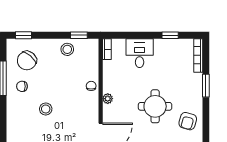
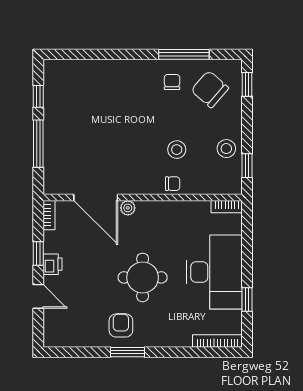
desk: (140, 53) -> (214, 272), width x1.87, depth x1.30
window: (206, 86) -> (128, 352), moved
plant: (108, 99) -> (128, 208), moved
stool: (46, 109) -> (177, 150), moved
armchair: (188, 121) -> (121, 325), turned 74

